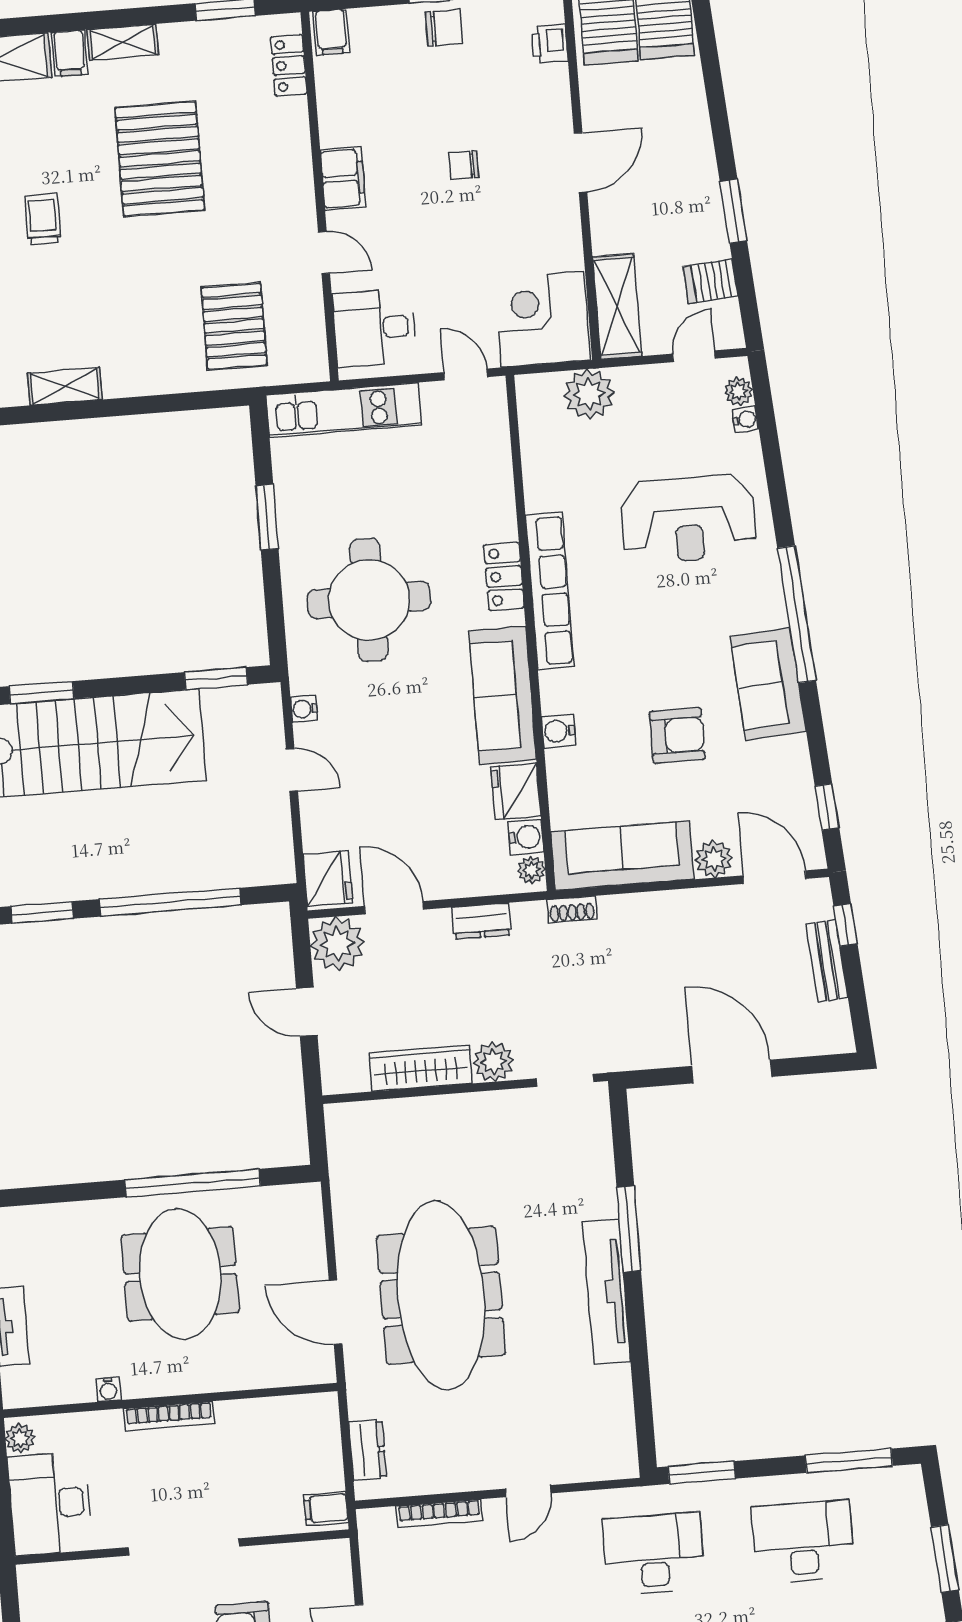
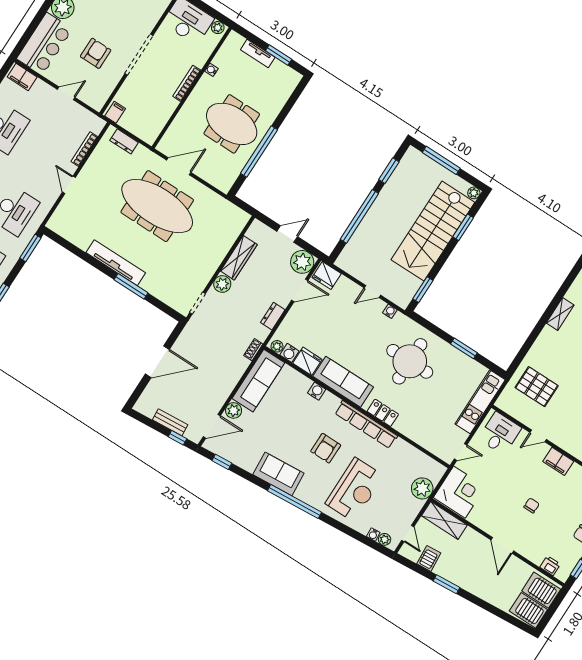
reception desk: (688, 519) -> (355, 490), turned 180
armchair: (677, 735) -> (326, 448), moved

